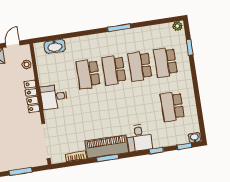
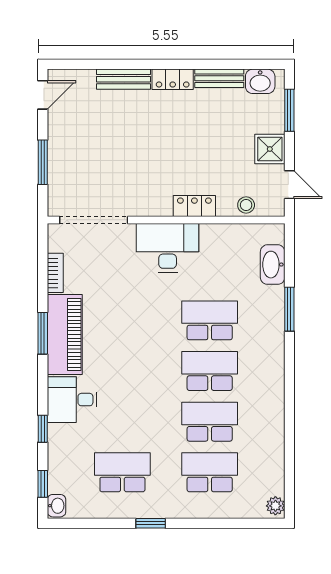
window: (119, 28) -> (289, 309), moved
window: (190, 47) -> (151, 523), moved
locker: (32, 96) -> (194, 206), width x0.66
desk: (54, 97) -> (168, 248), width x1.37

